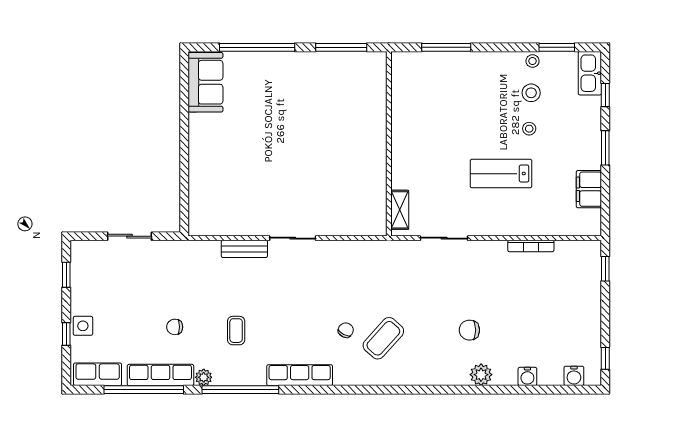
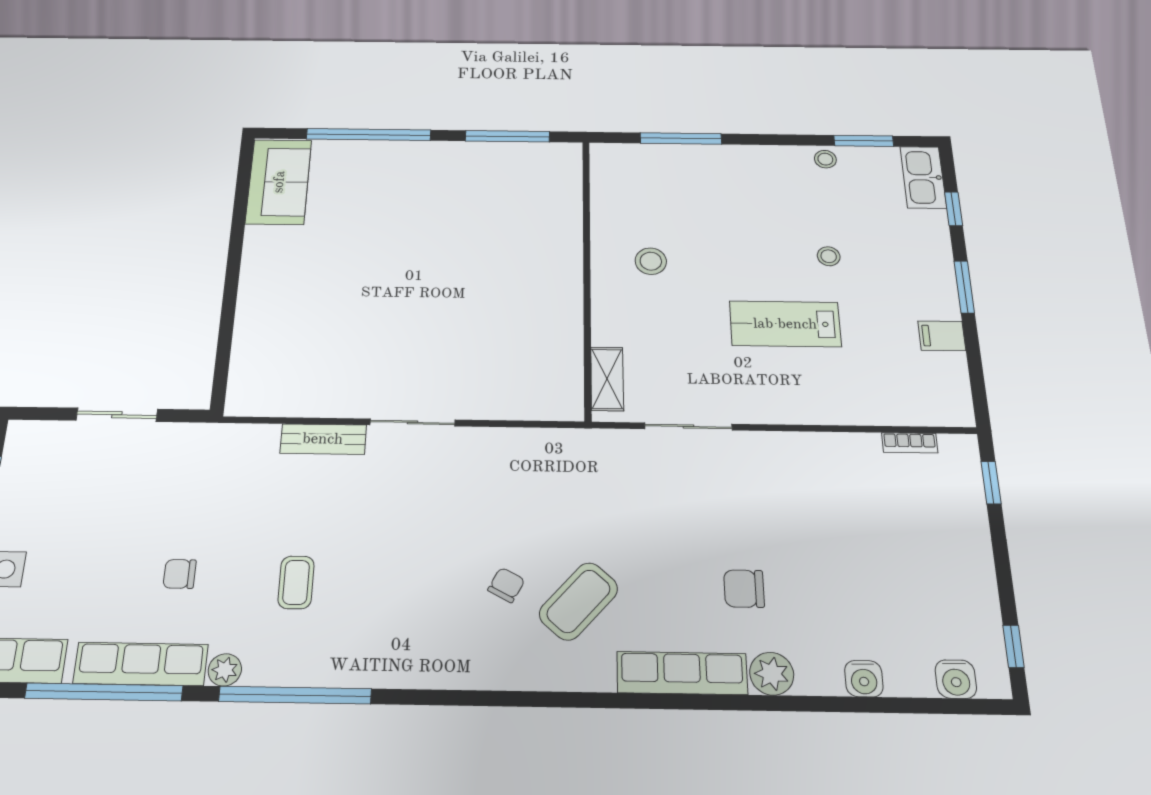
stool: (531, 93) -> (651, 261), moved
filing cabinet: (589, 189) -> (942, 336), width x0.50
bookcase: (531, 246) -> (910, 443), moved, width x0.64
row of seats: (300, 375) -> (682, 673), moved

